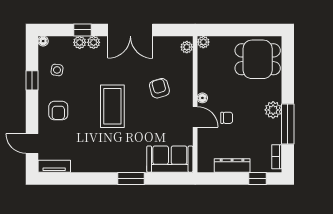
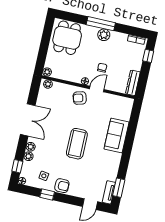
window: (82, 30) -> (17, 166), moved
armchair: (159, 88) -> (80, 98), moved
coffee table: (112, 106) -> (77, 144), turned 90
armchair: (58, 111) -> (62, 186), moved
window: (288, 124) -> (101, 24), moved
sofa: (170, 159) -> (116, 136), moved
dresser: (232, 165) -> (133, 83), moved
window: (131, 178) -> (119, 188), moved

